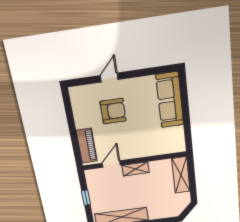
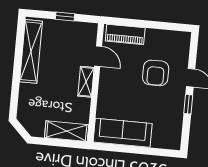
window: (134, 74) -> (188, 104), added
sofa: (170, 100) -> (123, 133), moved

